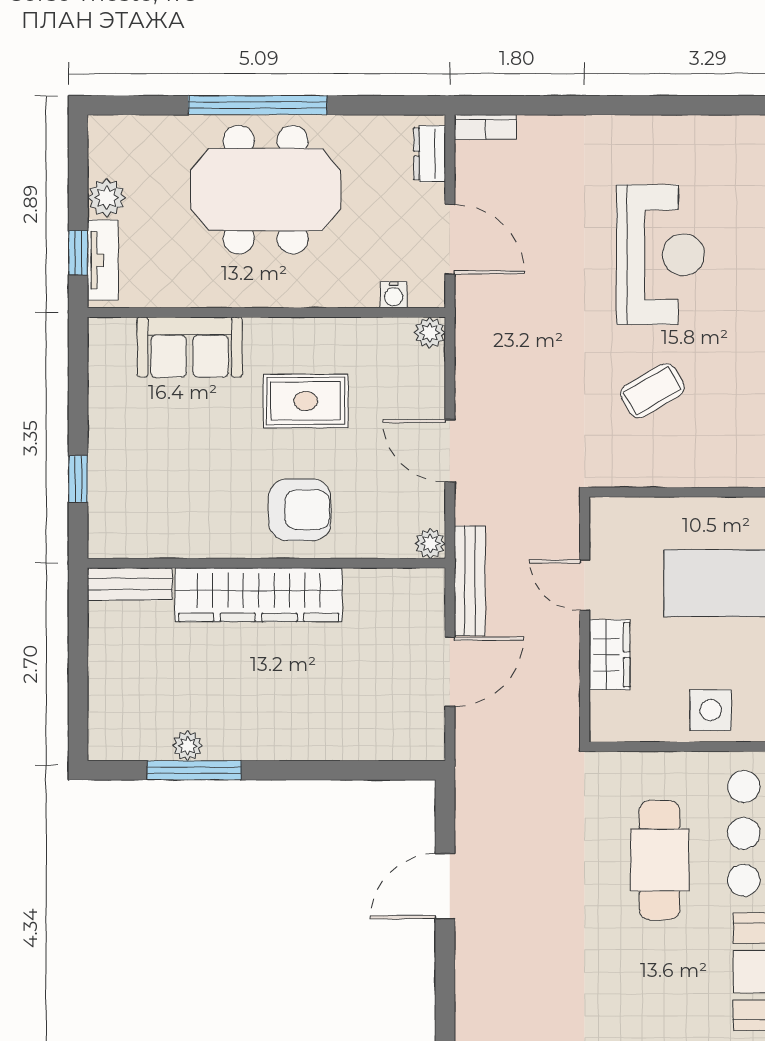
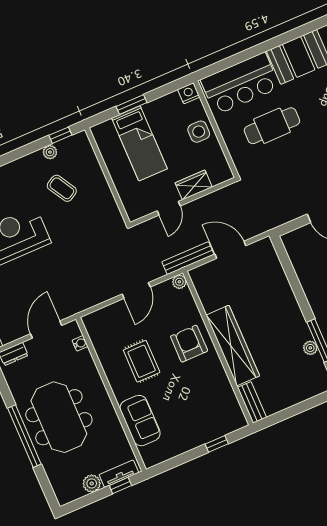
plant: (430, 333) -> (90, 321), removed
coffee table: (652, 391) -> (62, 188), moved

